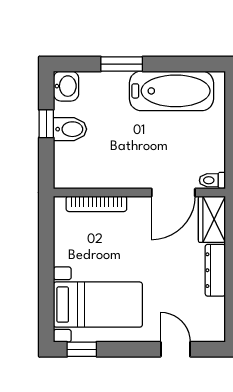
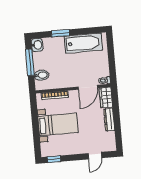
window: (46, 124) -> (30, 62), width x2.17
bidet: (70, 129) -> (41, 75), moved
bed with nightstands: (98, 305) -> (58, 124), moved
door: (175, 349) -> (95, 156), swing flipped

